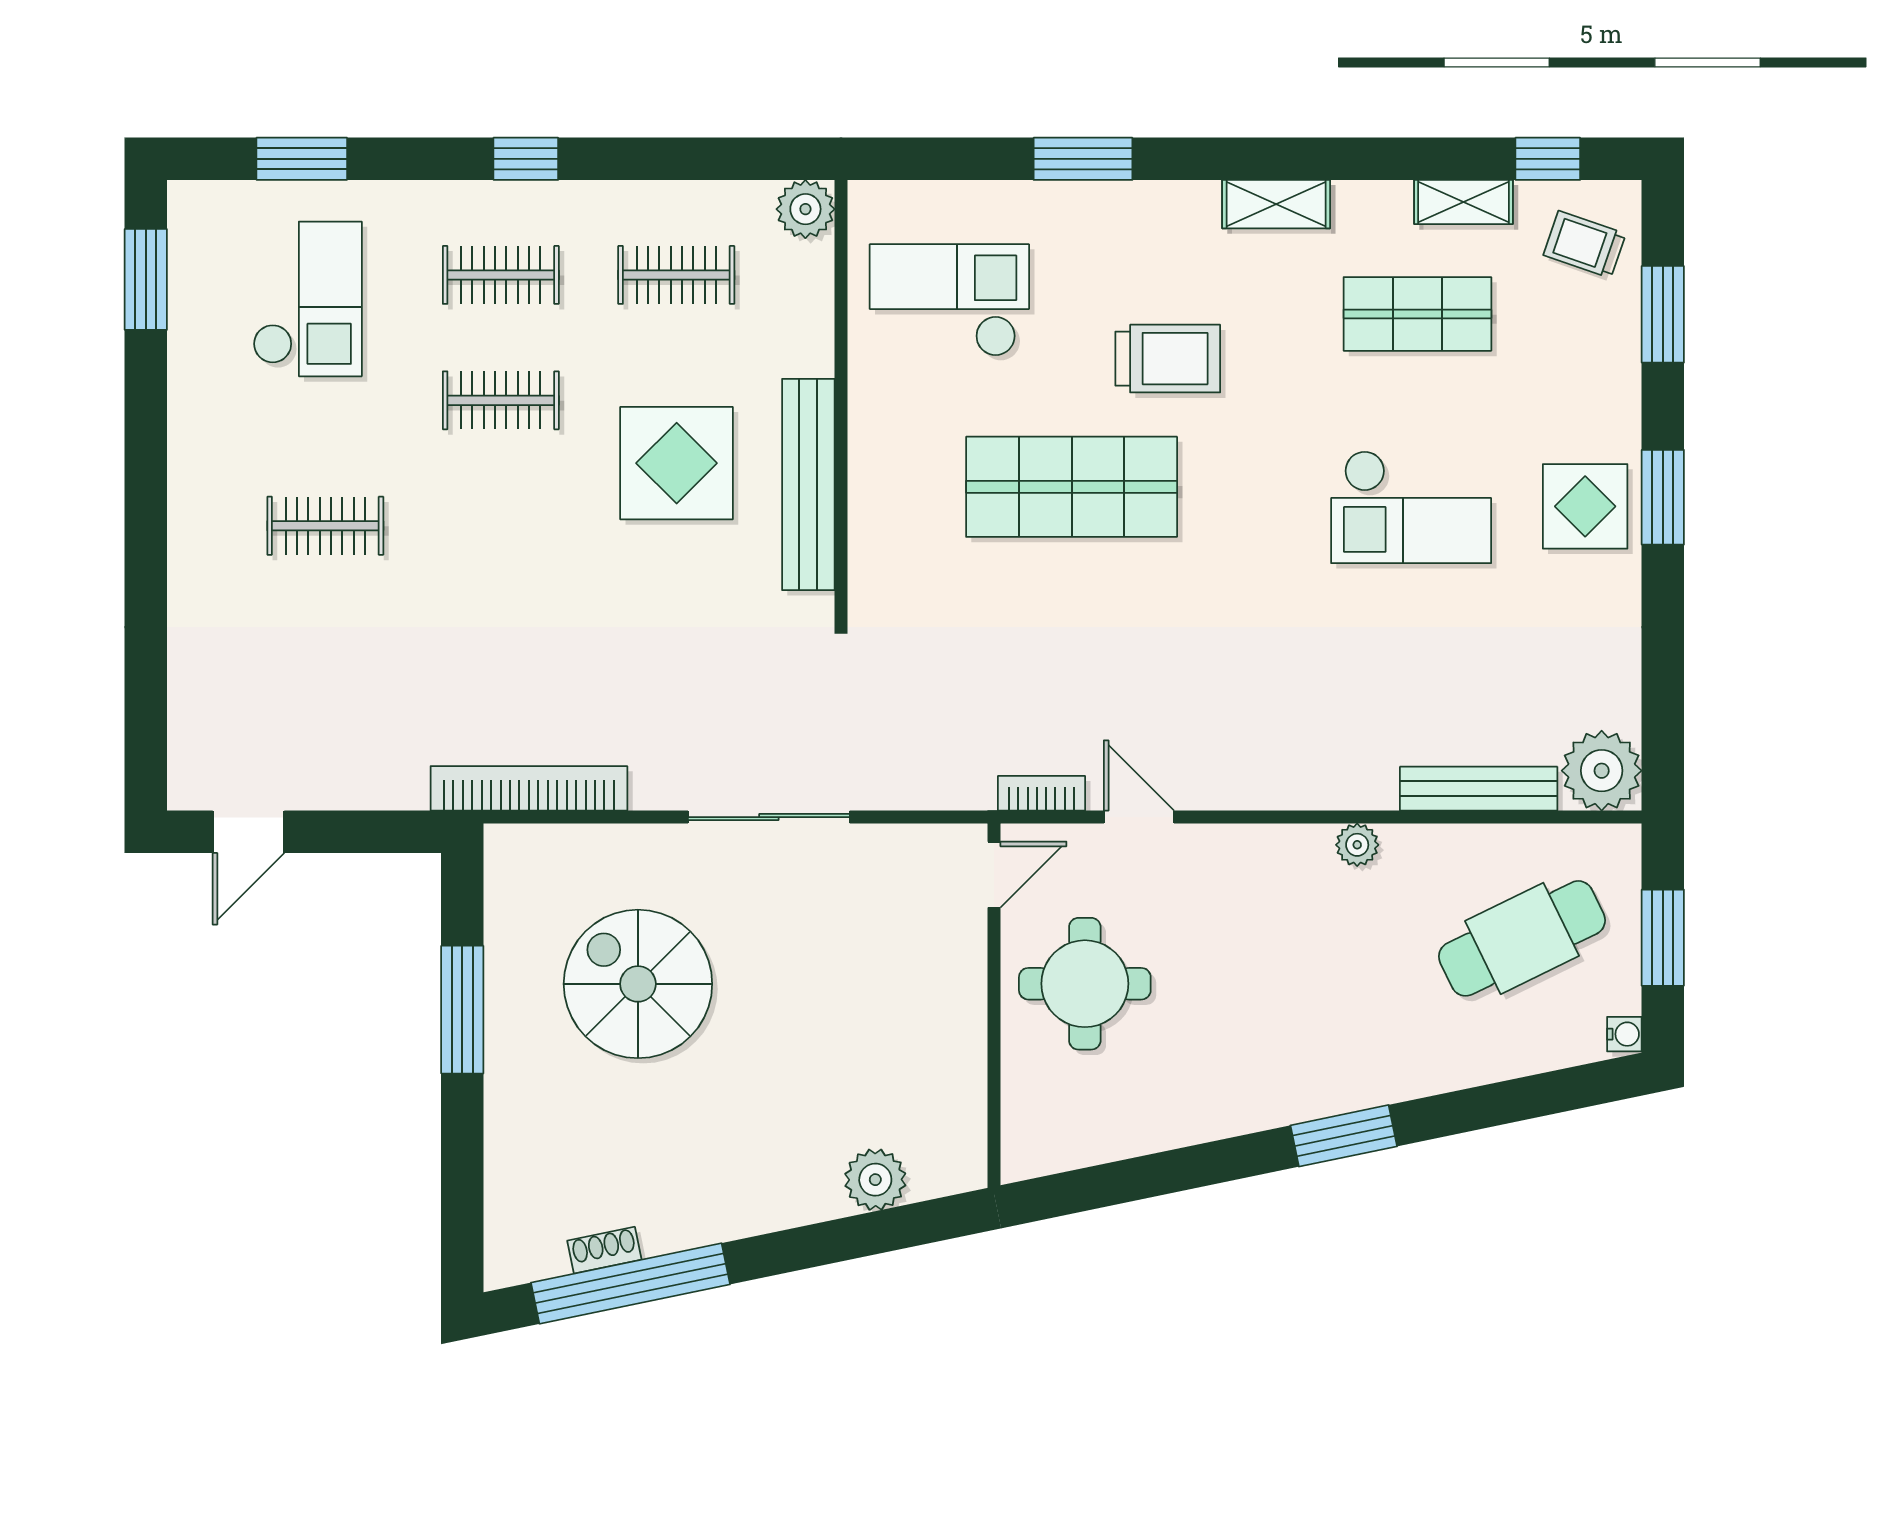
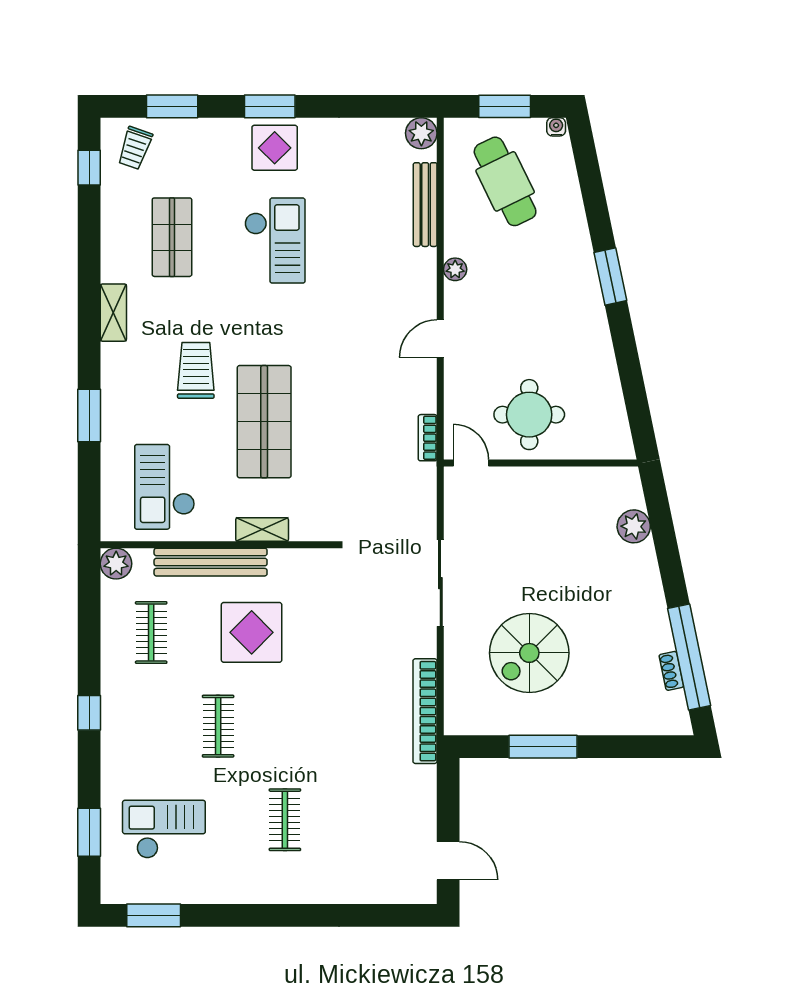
shelving: (1463, 202) -> (262, 529), moved, turned 90
clothes rail: (501, 275) -> (151, 726), removed
bench: (808, 485) -> (211, 562), moved
plant: (1602, 771) -> (421, 133), width x0.73, depth x0.73
door: (1139, 817) -> (440, 339), moved

